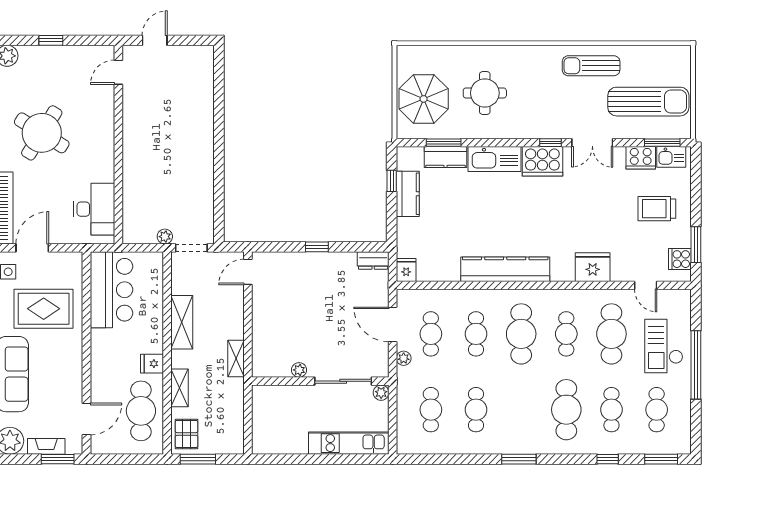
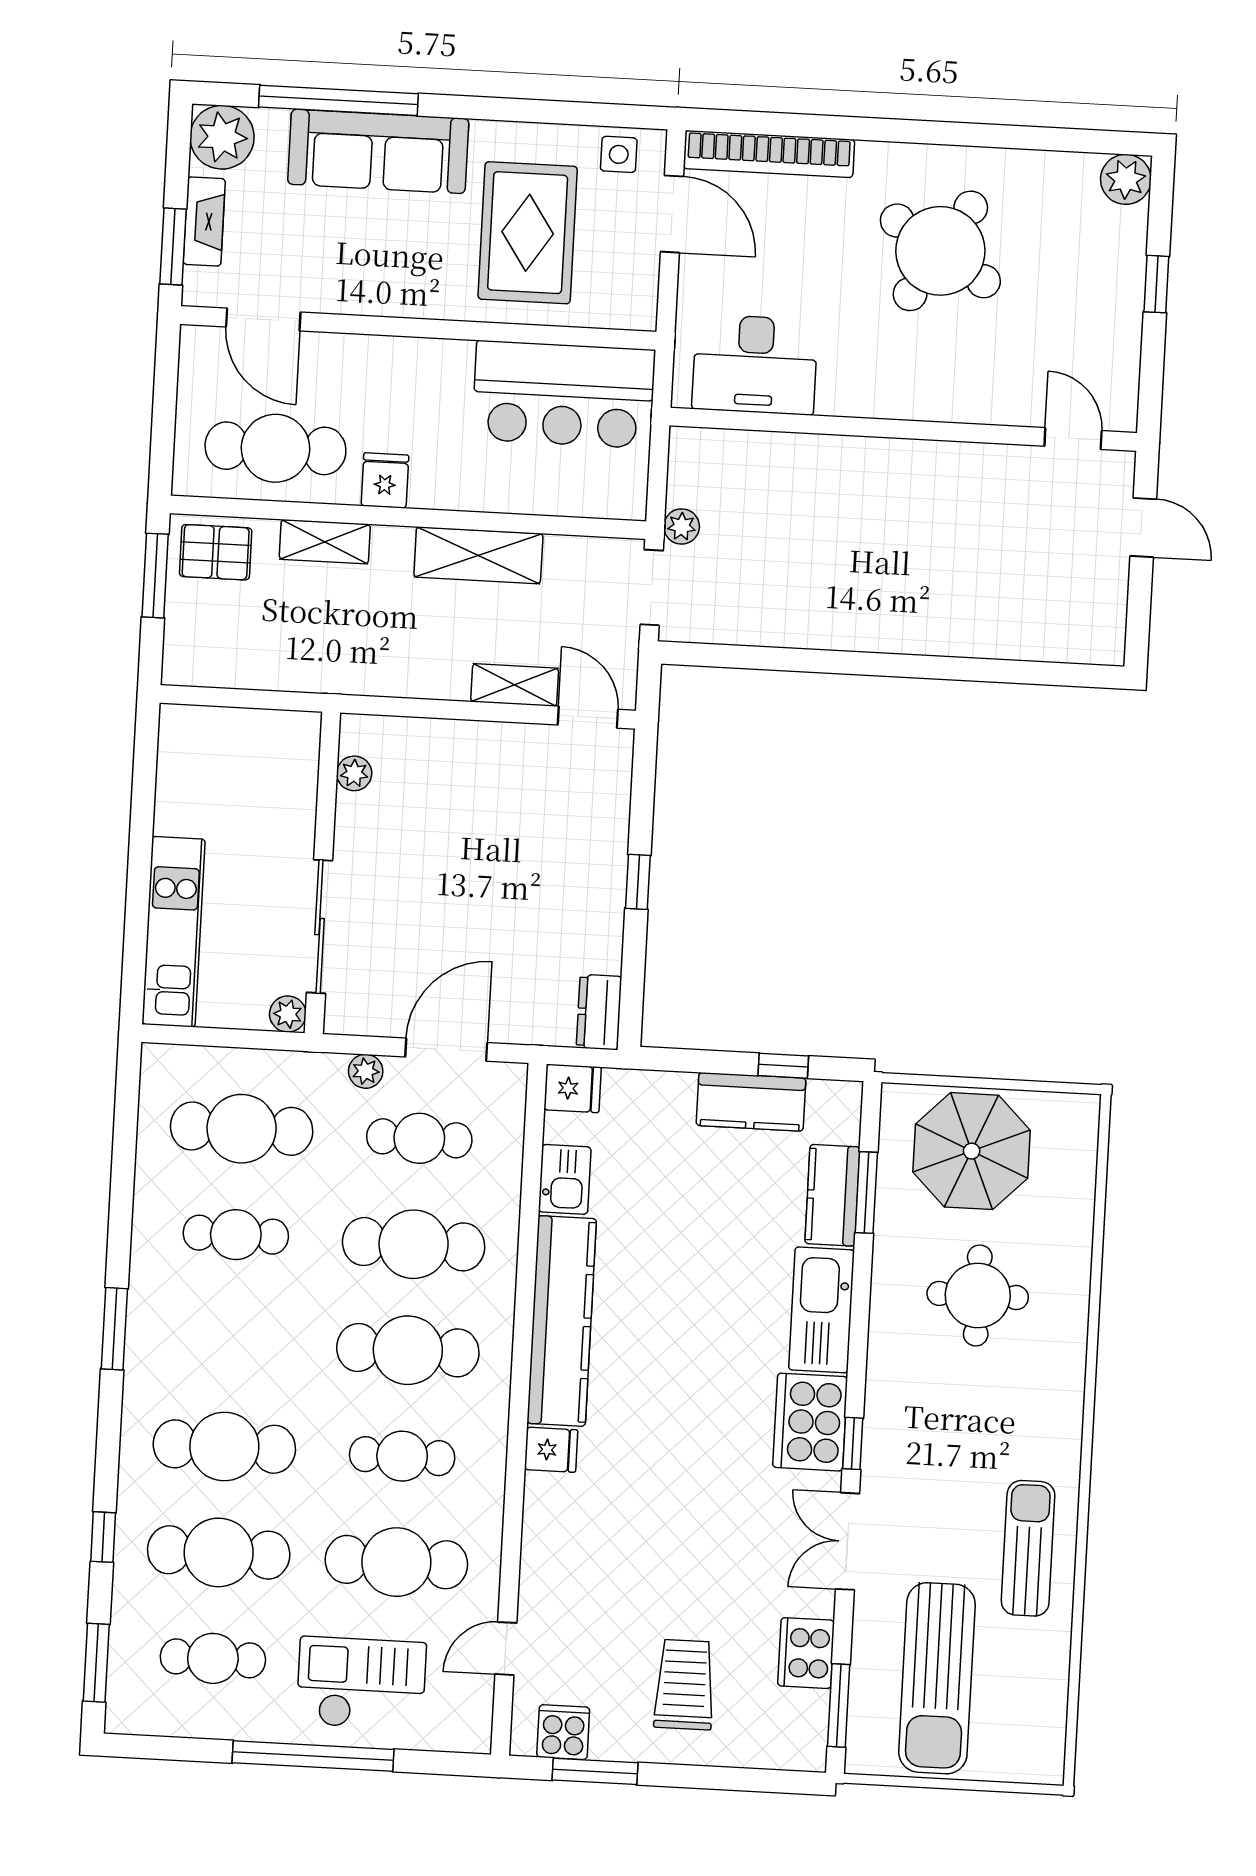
kitchen sink: (671, 157) -> (565, 1179), moved, turned 180
fridge: (593, 267) -> (551, 1450), moved, width x0.53, depth x0.75
cafe table: (476, 334) -> (414, 1244), width x1.37, depth x1.35
shelving: (236, 359) -> (515, 685), moved
plant: (299, 370) -> (354, 773), moved
cafe table: (431, 410) -> (242, 1129), width x1.37, depth x1.35
cafe table: (611, 410) -> (219, 1552), width x1.37, depth x1.35

